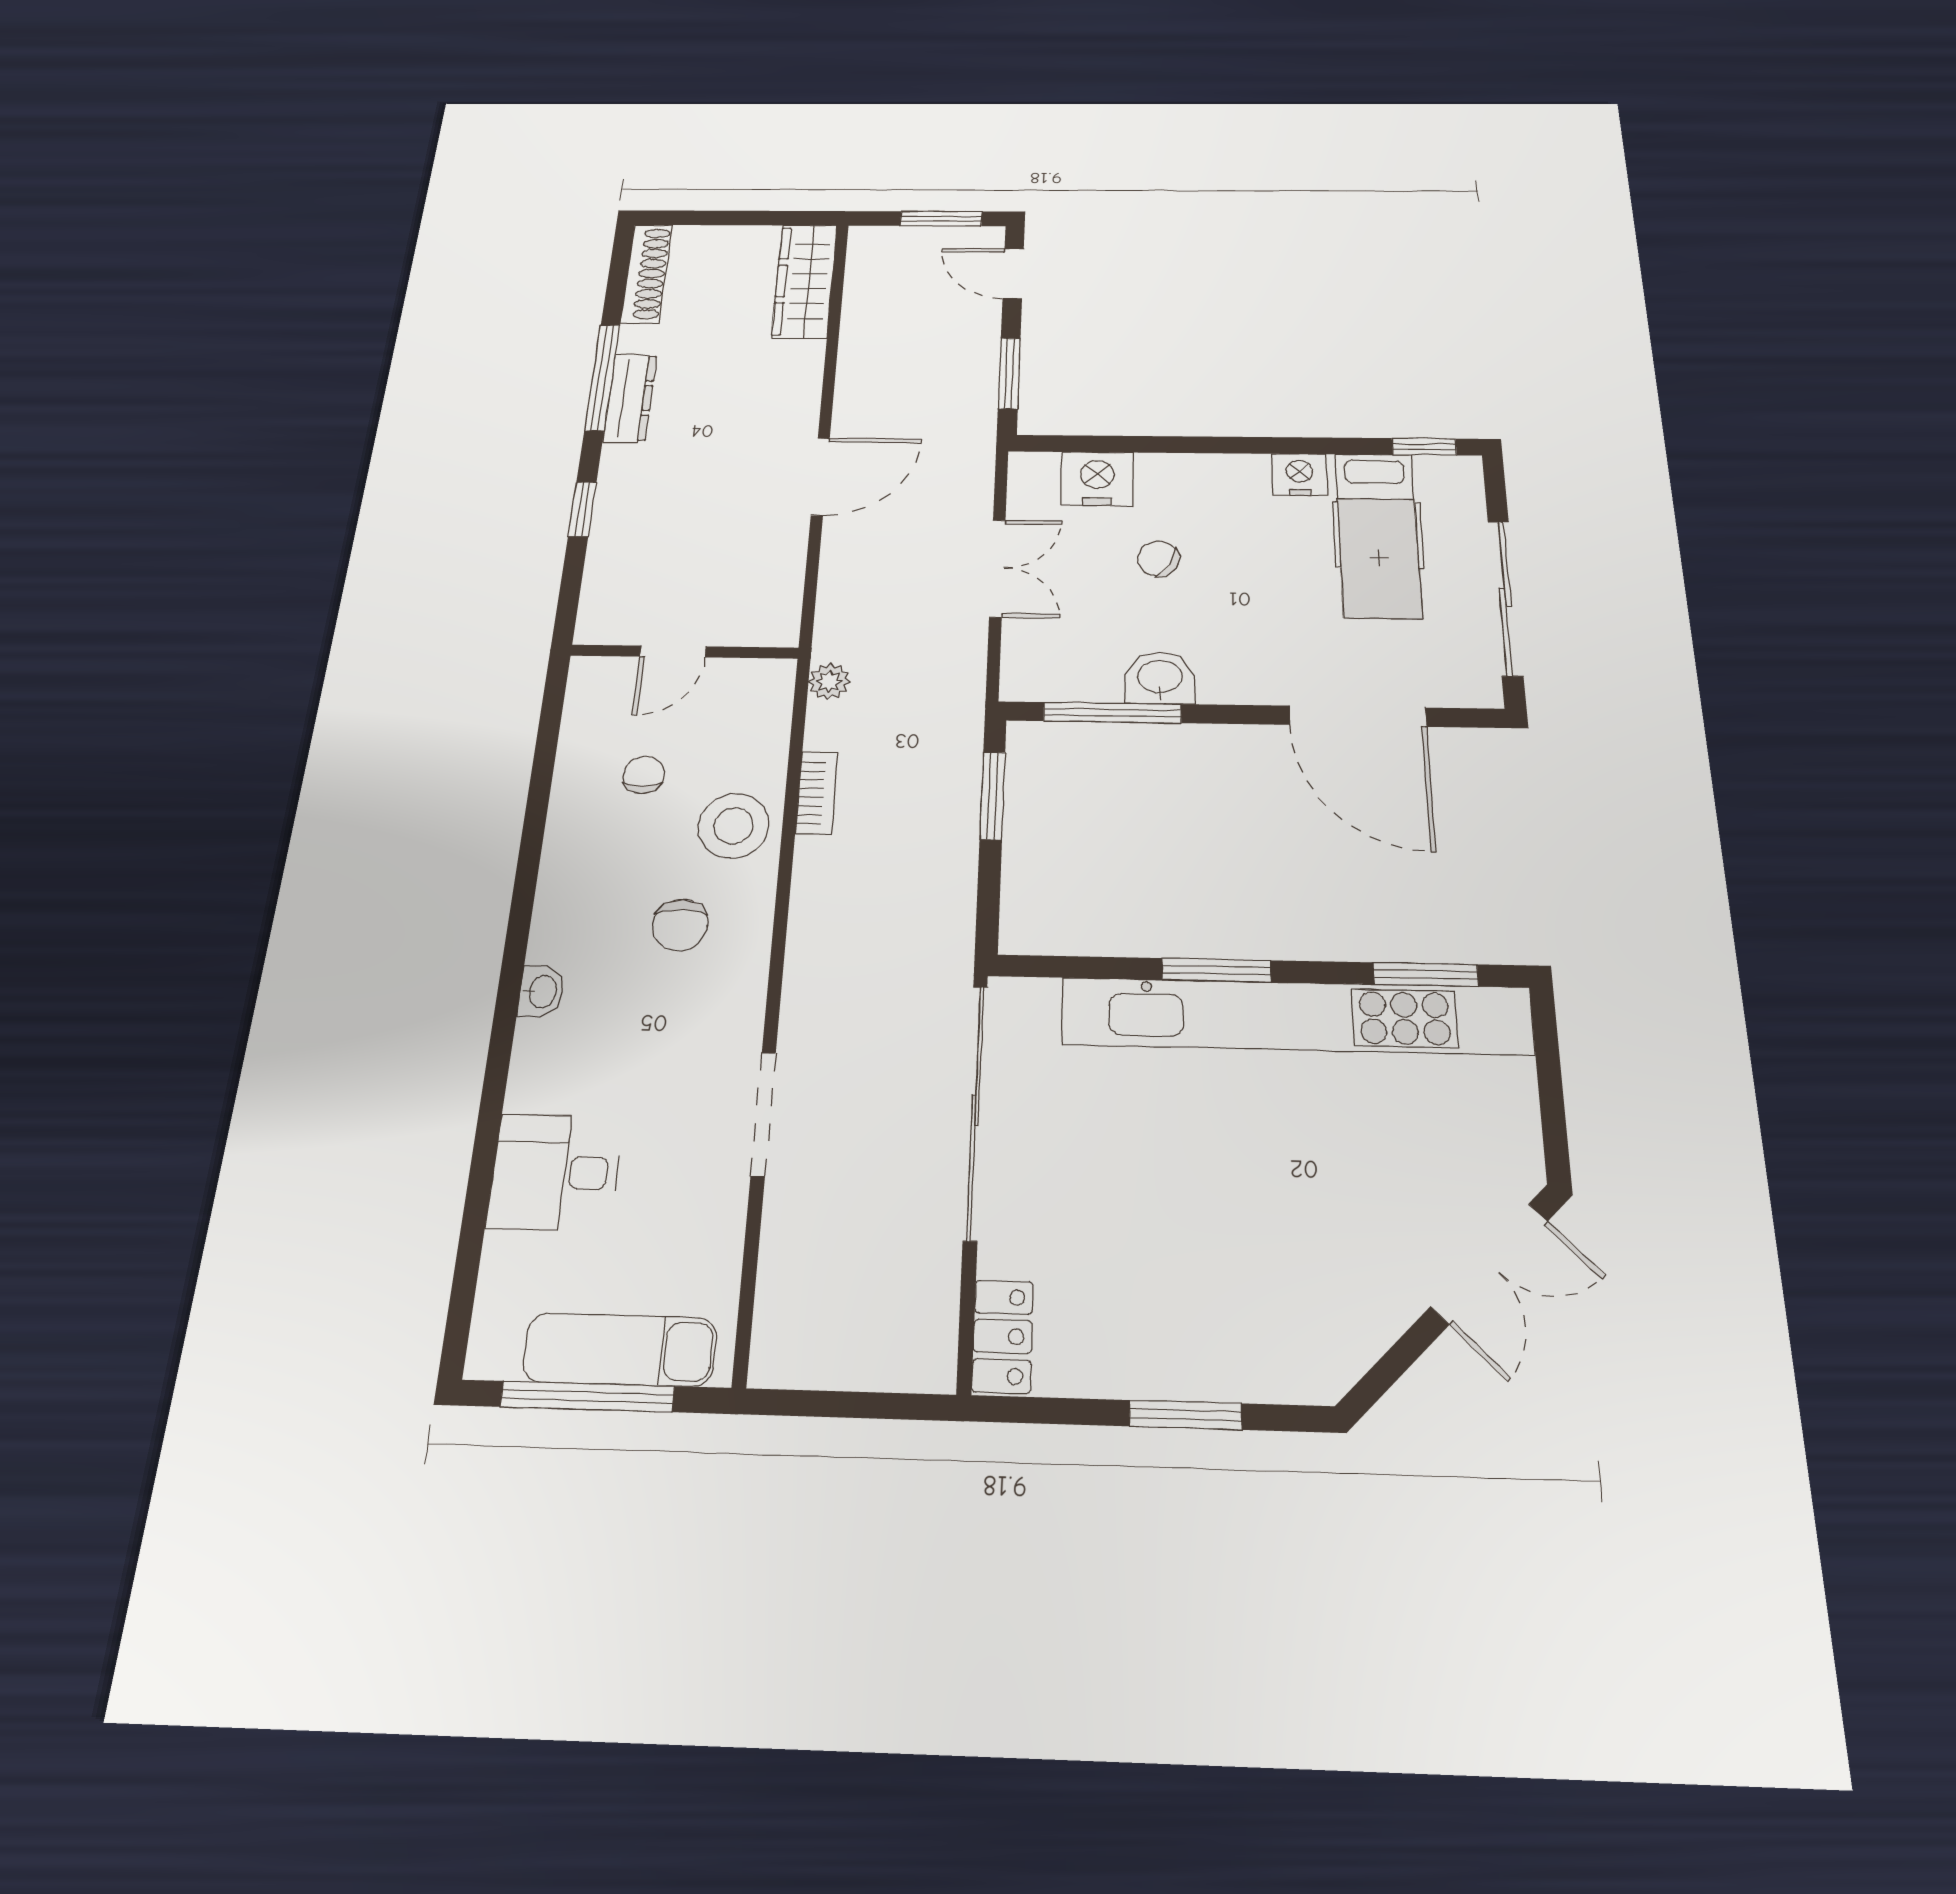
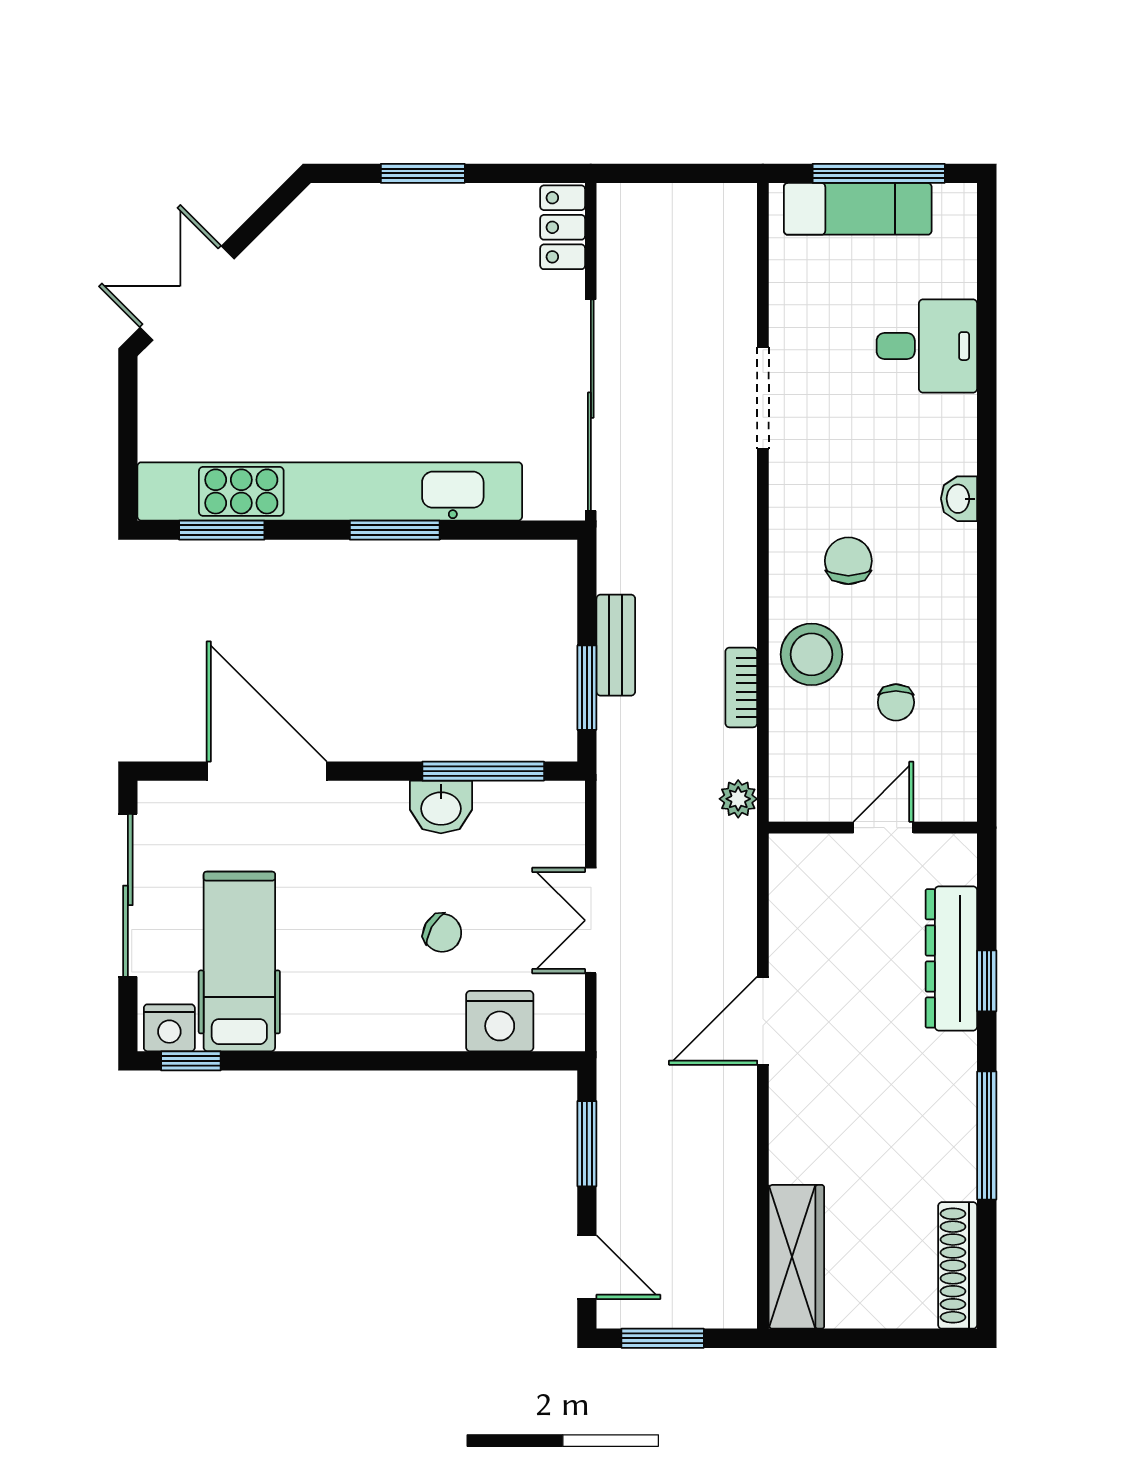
dresser: (630, 398) -> (951, 958), moved, width x1.37, depth x1.24
nightstand: (1300, 475) -> (169, 1028), moved
bench: (957, 839) -> (616, 645), added

